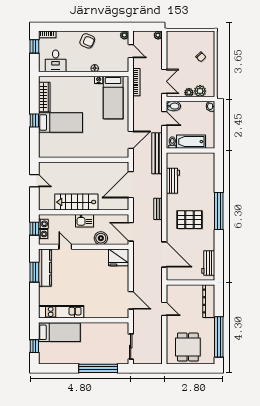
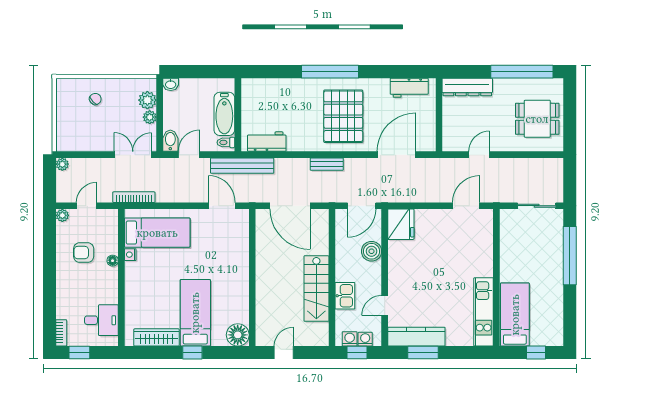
armchair: (87, 41) -> (84, 253), moved, turned -113
floor lamp: (46, 150) -> (238, 335), added
workbench: (173, 181) -> (267, 142), moved
pallet: (190, 220) -> (343, 116), width x1.37, depth x1.41
kitchen sink: (85, 221) -> (345, 296), moved

